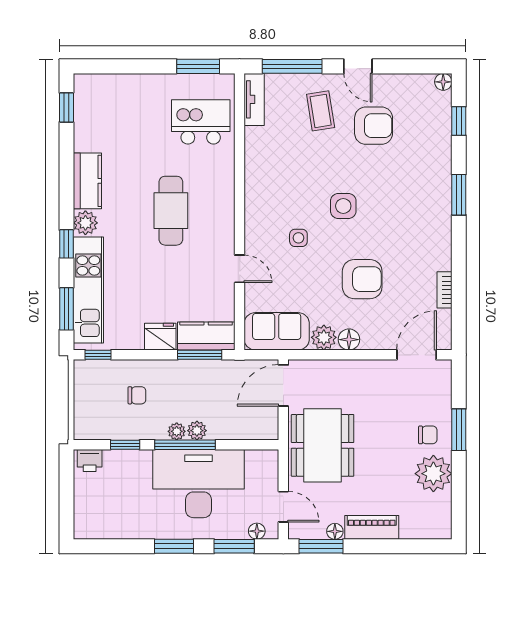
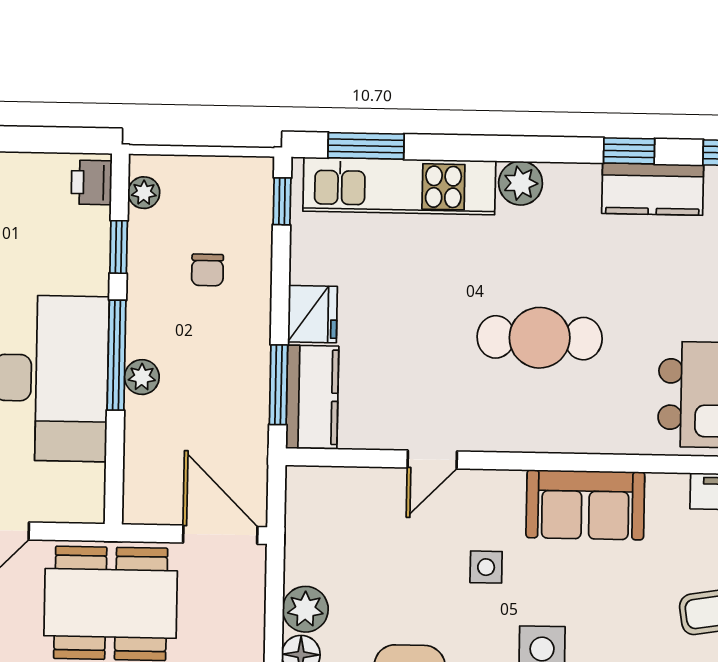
kitchen counter: (87, 181) -> (653, 189), moved
window: (66, 244) -> (629, 151), moved
sofa: (277, 331) -> (585, 505), moved, turned 90
plant: (177, 431) -> (144, 193), moved

